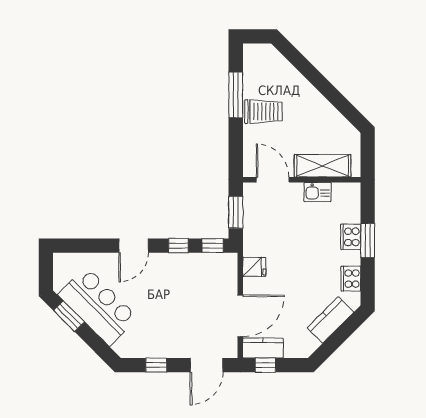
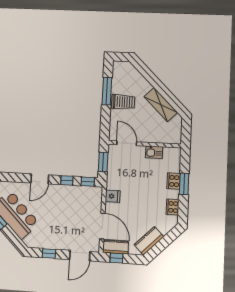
shelving: (323, 166) -> (161, 105), moved, turned 45
door: (240, 316) -> (102, 226), hinge flipped
kitchen counter: (330, 320) -> (149, 241), moved

